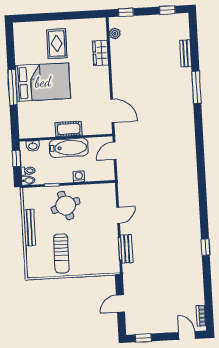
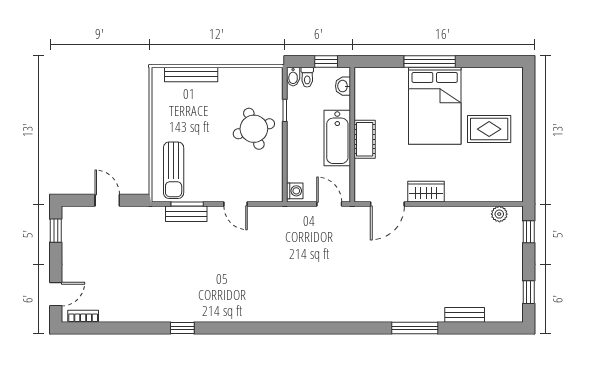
wardrobe: (100, 53) -> (426, 192), moved
washing machine: (79, 177) -> (295, 191), moved
bench: (29, 228) -> (191, 74), moved
sun lounger: (61, 253) -> (174, 170), moved, turned -90

